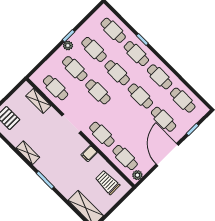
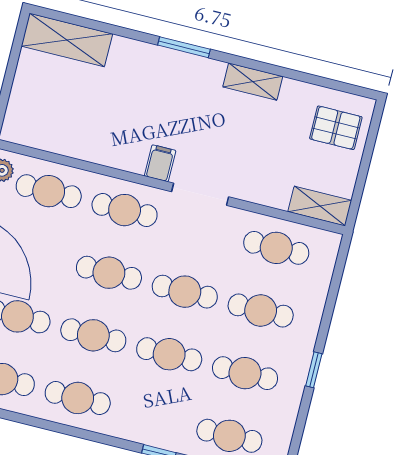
plant: (68, 46) -> (303, 349), removed
cafe table: (136, 54) -> (109, 273), moved
shelving: (38, 101) -> (320, 206), moved
filing cabinet: (89, 154) -> (160, 163), moved
trolley: (107, 182) -> (54, 119), removed

